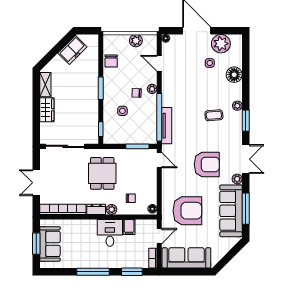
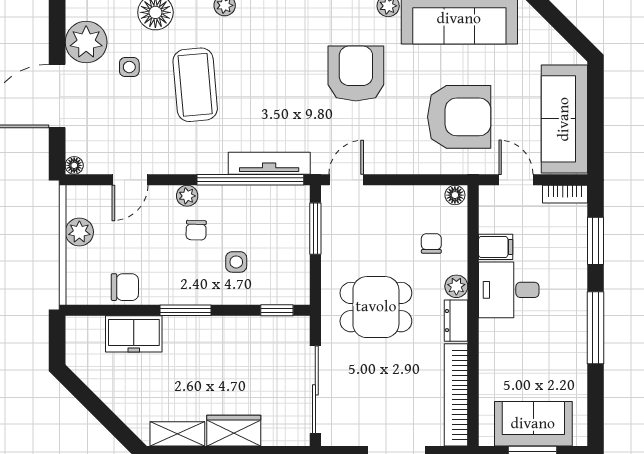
freezer: (72, 50) -> (134, 334), moved, turned 135
coffee table: (214, 115) -> (195, 85), moved, width x1.86, depth x1.72
armchair: (187, 211) -> (459, 117), turned 90

